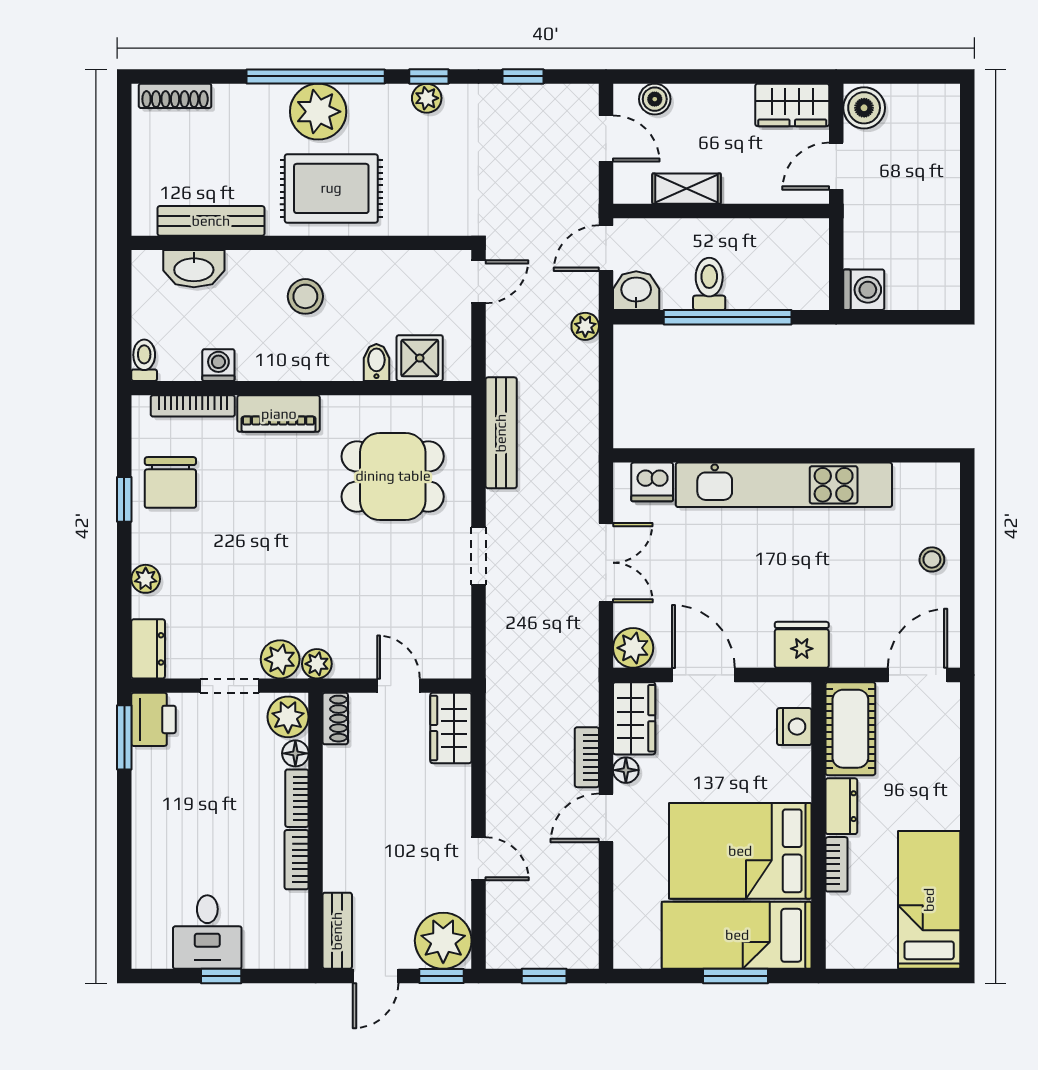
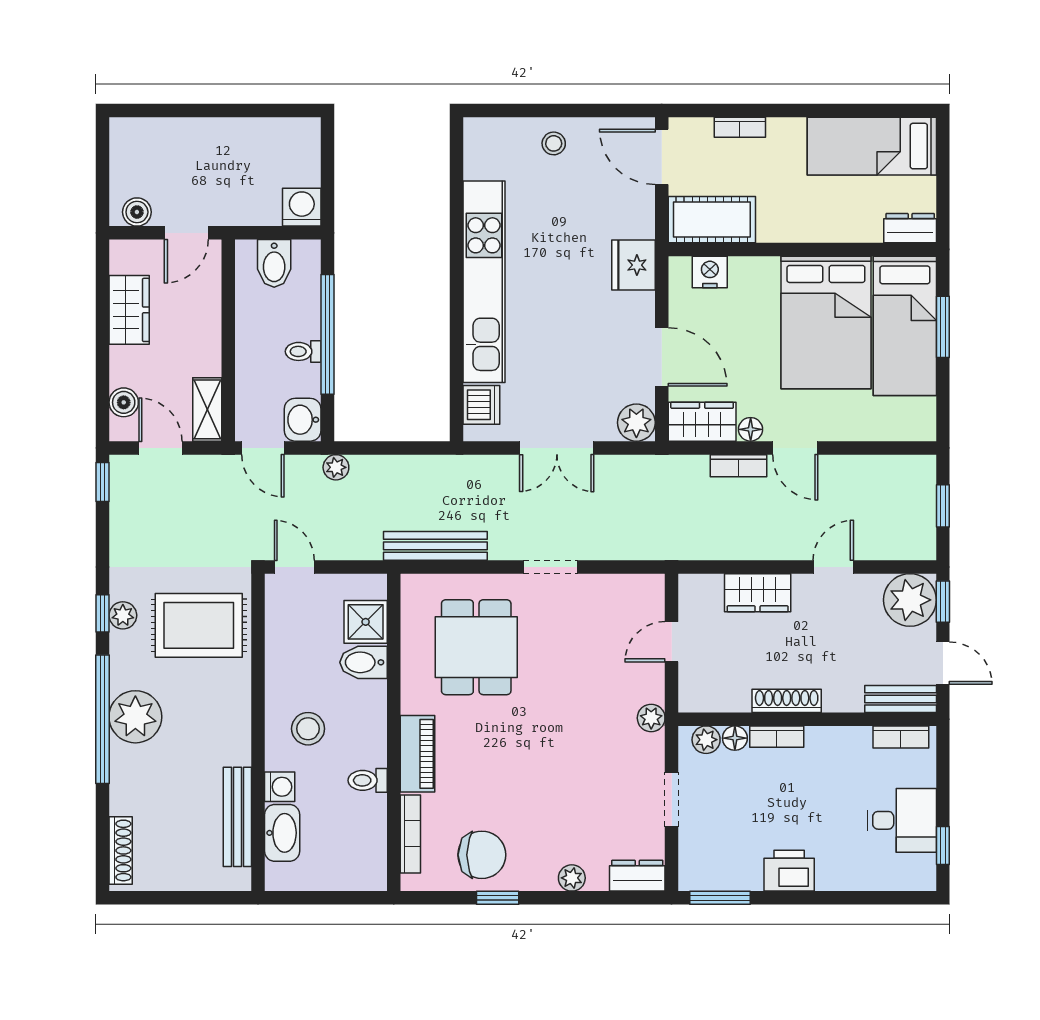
window: (523, 76) -> (103, 482), moved
wardrobe: (792, 105) -> (129, 310), moved
boiler: (864, 108) -> (137, 212), width x0.73, depth x0.73
door: (606, 138) -> (160, 448), hinge flipped
door: (836, 166) -> (186, 233), hinge flipped
rug: (331, 188) -> (199, 625), moved, turned 90
shelving: (687, 189) -> (207, 409), moved
bidet: (803, 260) -> (274, 263), added
toilet: (709, 284) -> (303, 351), width x0.73, depth x0.72
toilet: (144, 360) -> (368, 780), moved
bidet: (376, 362) -> (363, 662), width x1.38, depth x1.36
washing machine: (218, 365) -> (280, 787), moved, turned 180
double door: (606, 563) -> (557, 448), swing flipped
plant: (280, 659) -> (647, 752), removed
door: (703, 675) -> (662, 357), swing flipped
plant: (288, 717) -> (706, 740), width x0.73, depth x0.73
printer: (153, 719) -> (789, 871), moved
shoe rack: (335, 719) -> (787, 701), moved, width x1.43
wardrobe: (451, 728) -> (758, 593), moved
dresser: (841, 806) -> (910, 228), moved
bookcase: (297, 860) -> (901, 737), moved
bookcase: (837, 864) -> (740, 127), moved, turned 180
window: (221, 976) -> (943, 845), moved

